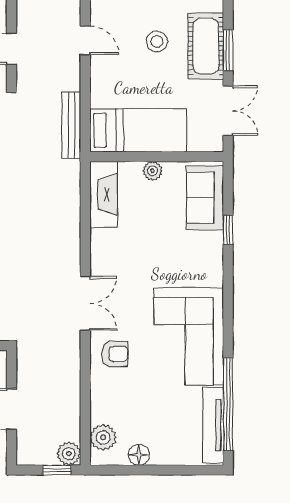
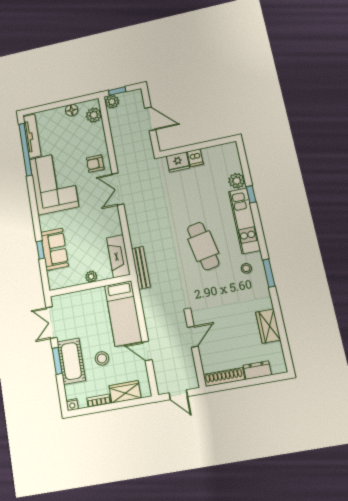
bench: (71, 125) -> (141, 268), moved
bed: (138, 130) -> (123, 313), moved, turned -90
sofa: (205, 198) -> (54, 249), moved

